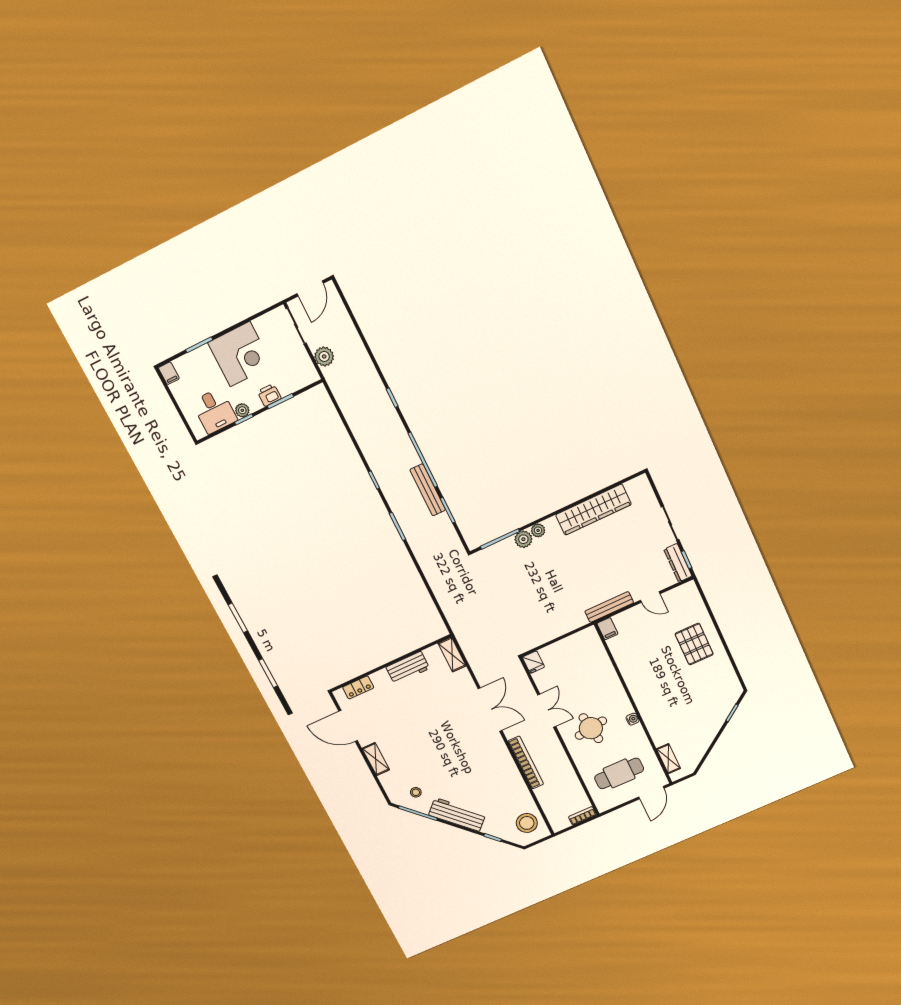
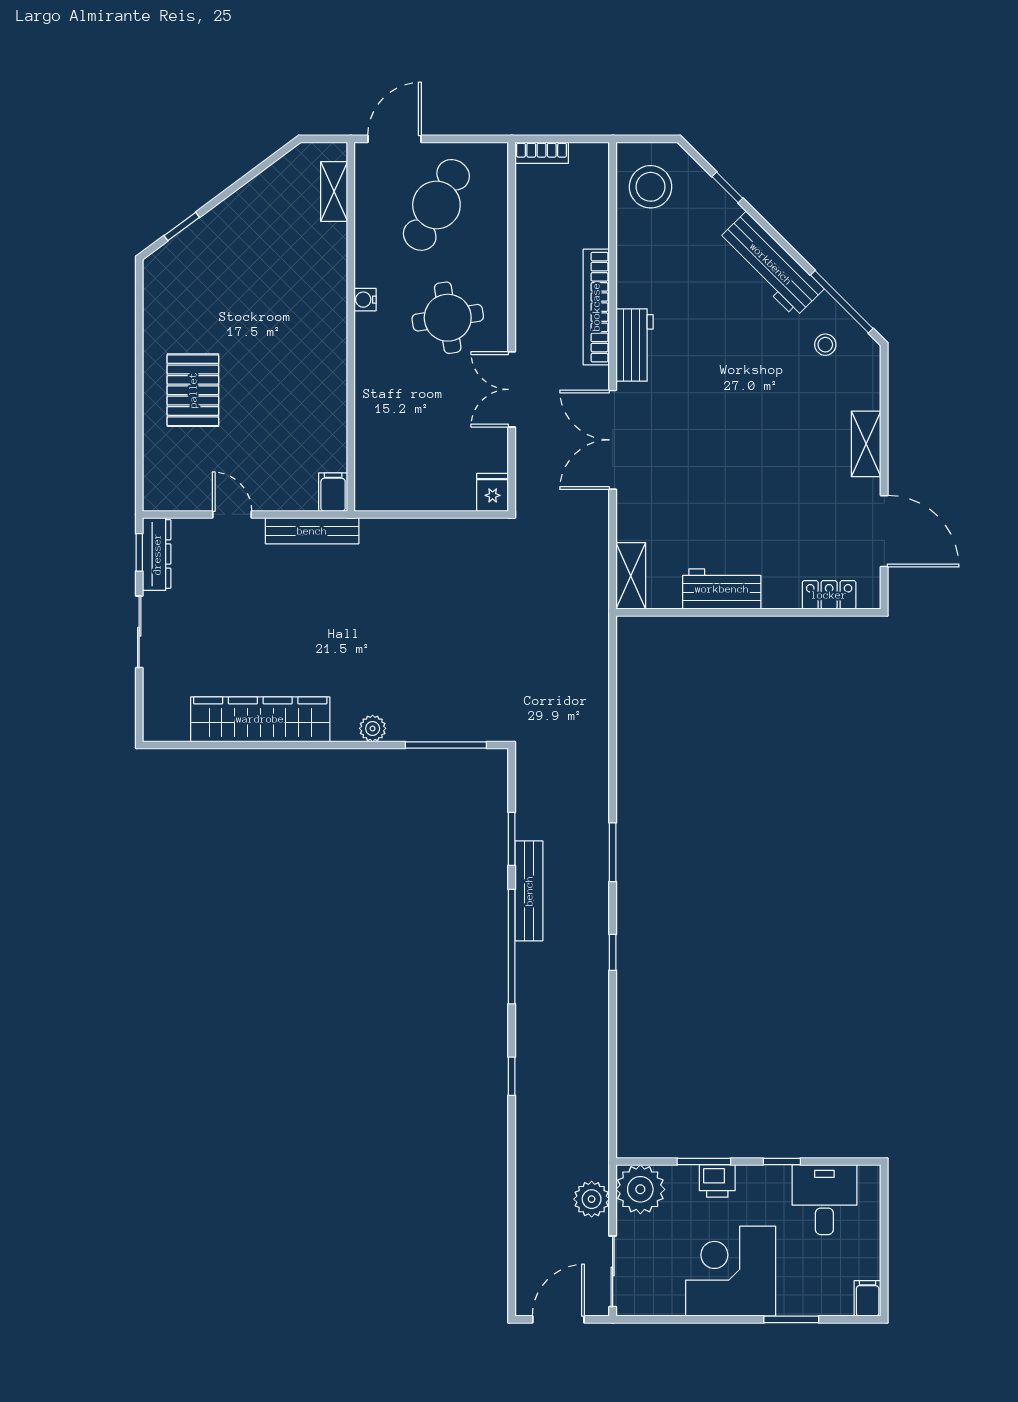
plant: (242, 410) -> (640, 1189), moved, width x1.87, depth x1.87
plant: (523, 539) -> (405, 725), removed
workbench: (501, 754) -> (634, 345), added
cafe table: (619, 773) -> (436, 205), turned -61

